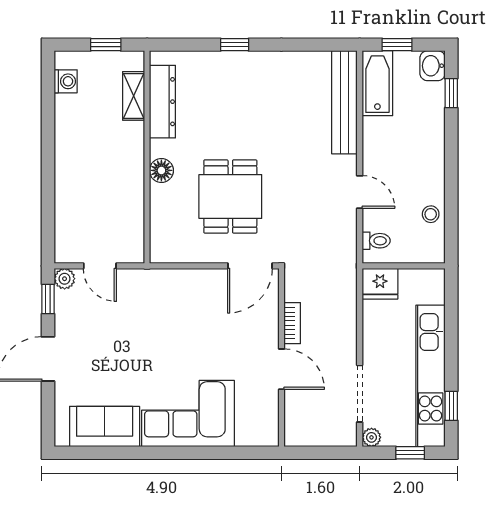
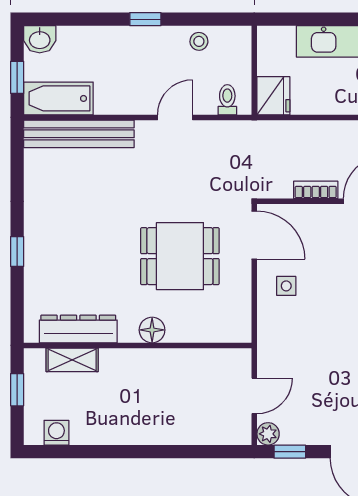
window: (451, 93) -> (145, 19), moved
side table: (203, 296) -> (286, 286), added

